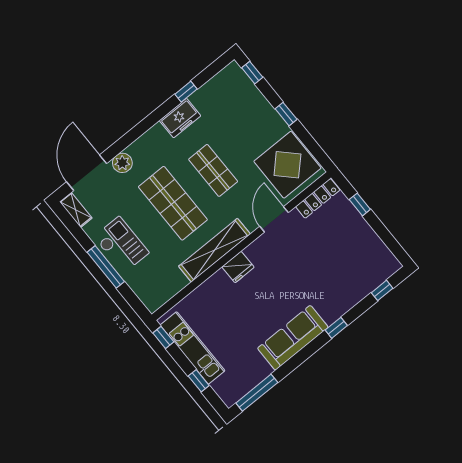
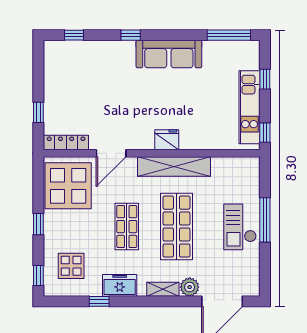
display table: (232, 102) -> (71, 266), added
shelving: (76, 210) -> (163, 289), moved, turned 90

